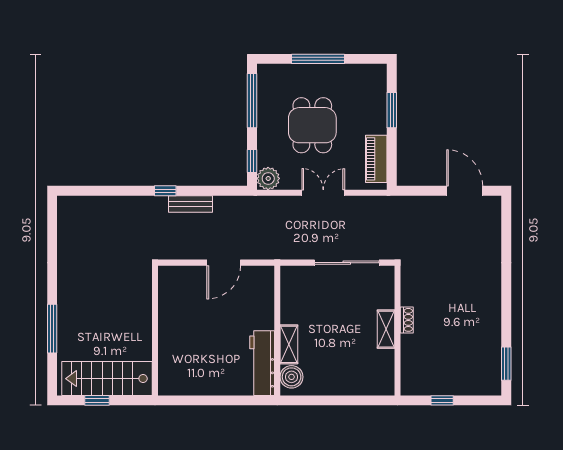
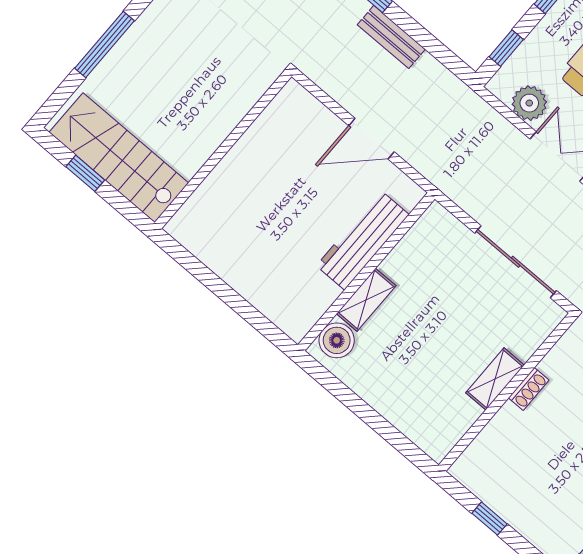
plant: (268, 178) -> (529, 103), moved
workbench: (262, 363) -> (363, 240), moved

